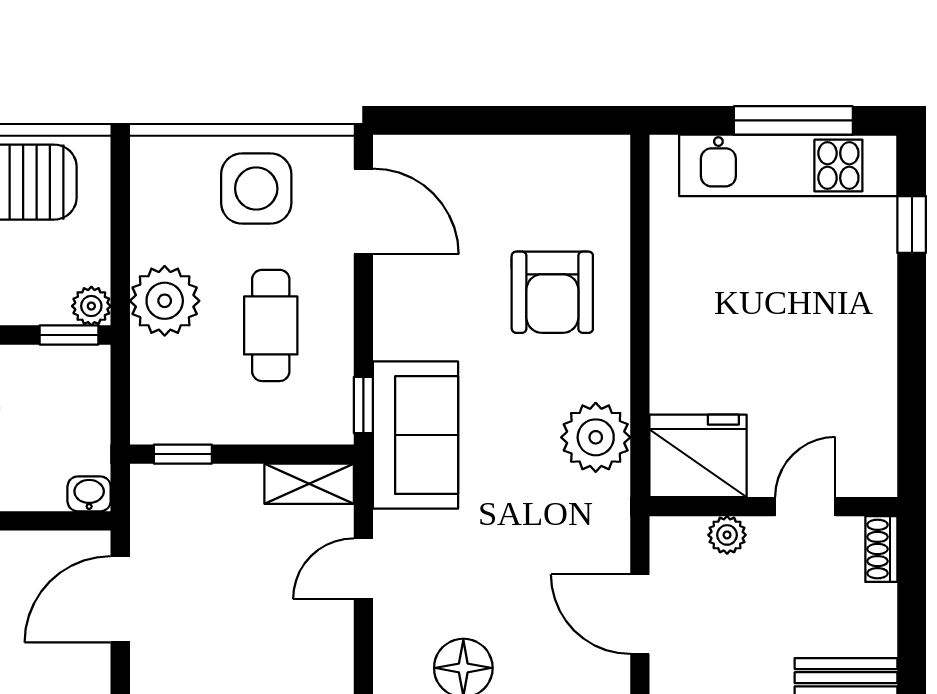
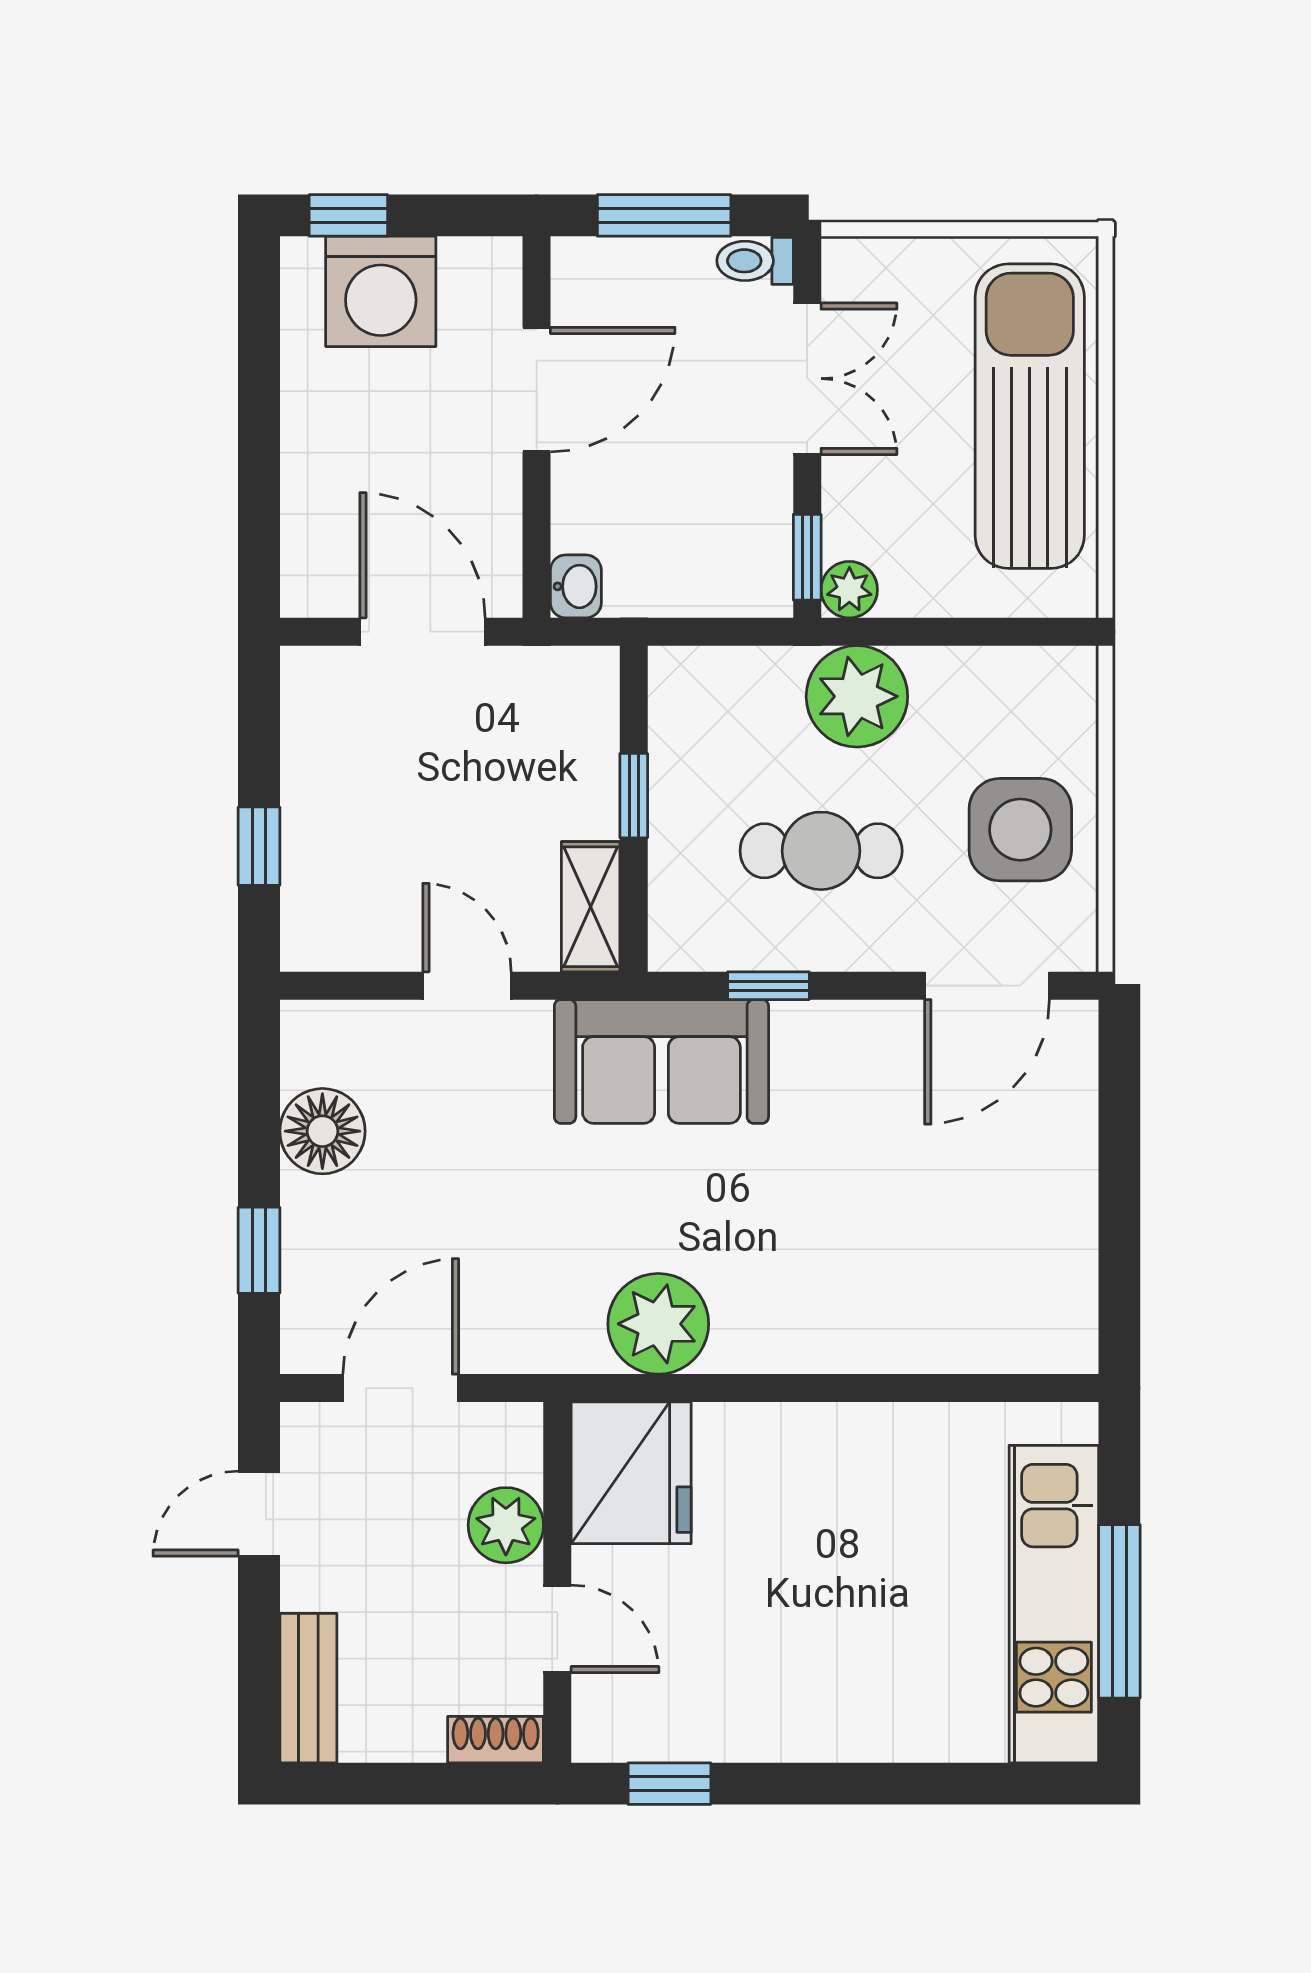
window: (912, 225) -> (669, 1784), moved
armchair: (552, 292) -> (869, 1261), removed
window: (363, 405) -> (768, 986), moved
window: (183, 454) -> (634, 796), moved
plant: (727, 535) -> (506, 1525), width x1.38, depth x1.38

